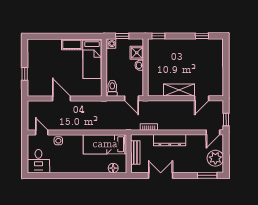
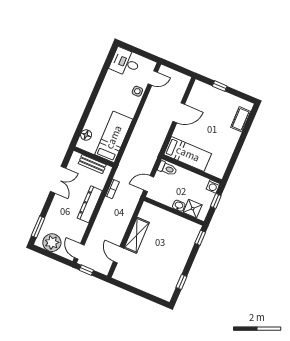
cot: (72, 44) -> (241, 119), moved
bed: (92, 59) -> (188, 154), moved, turned 180

